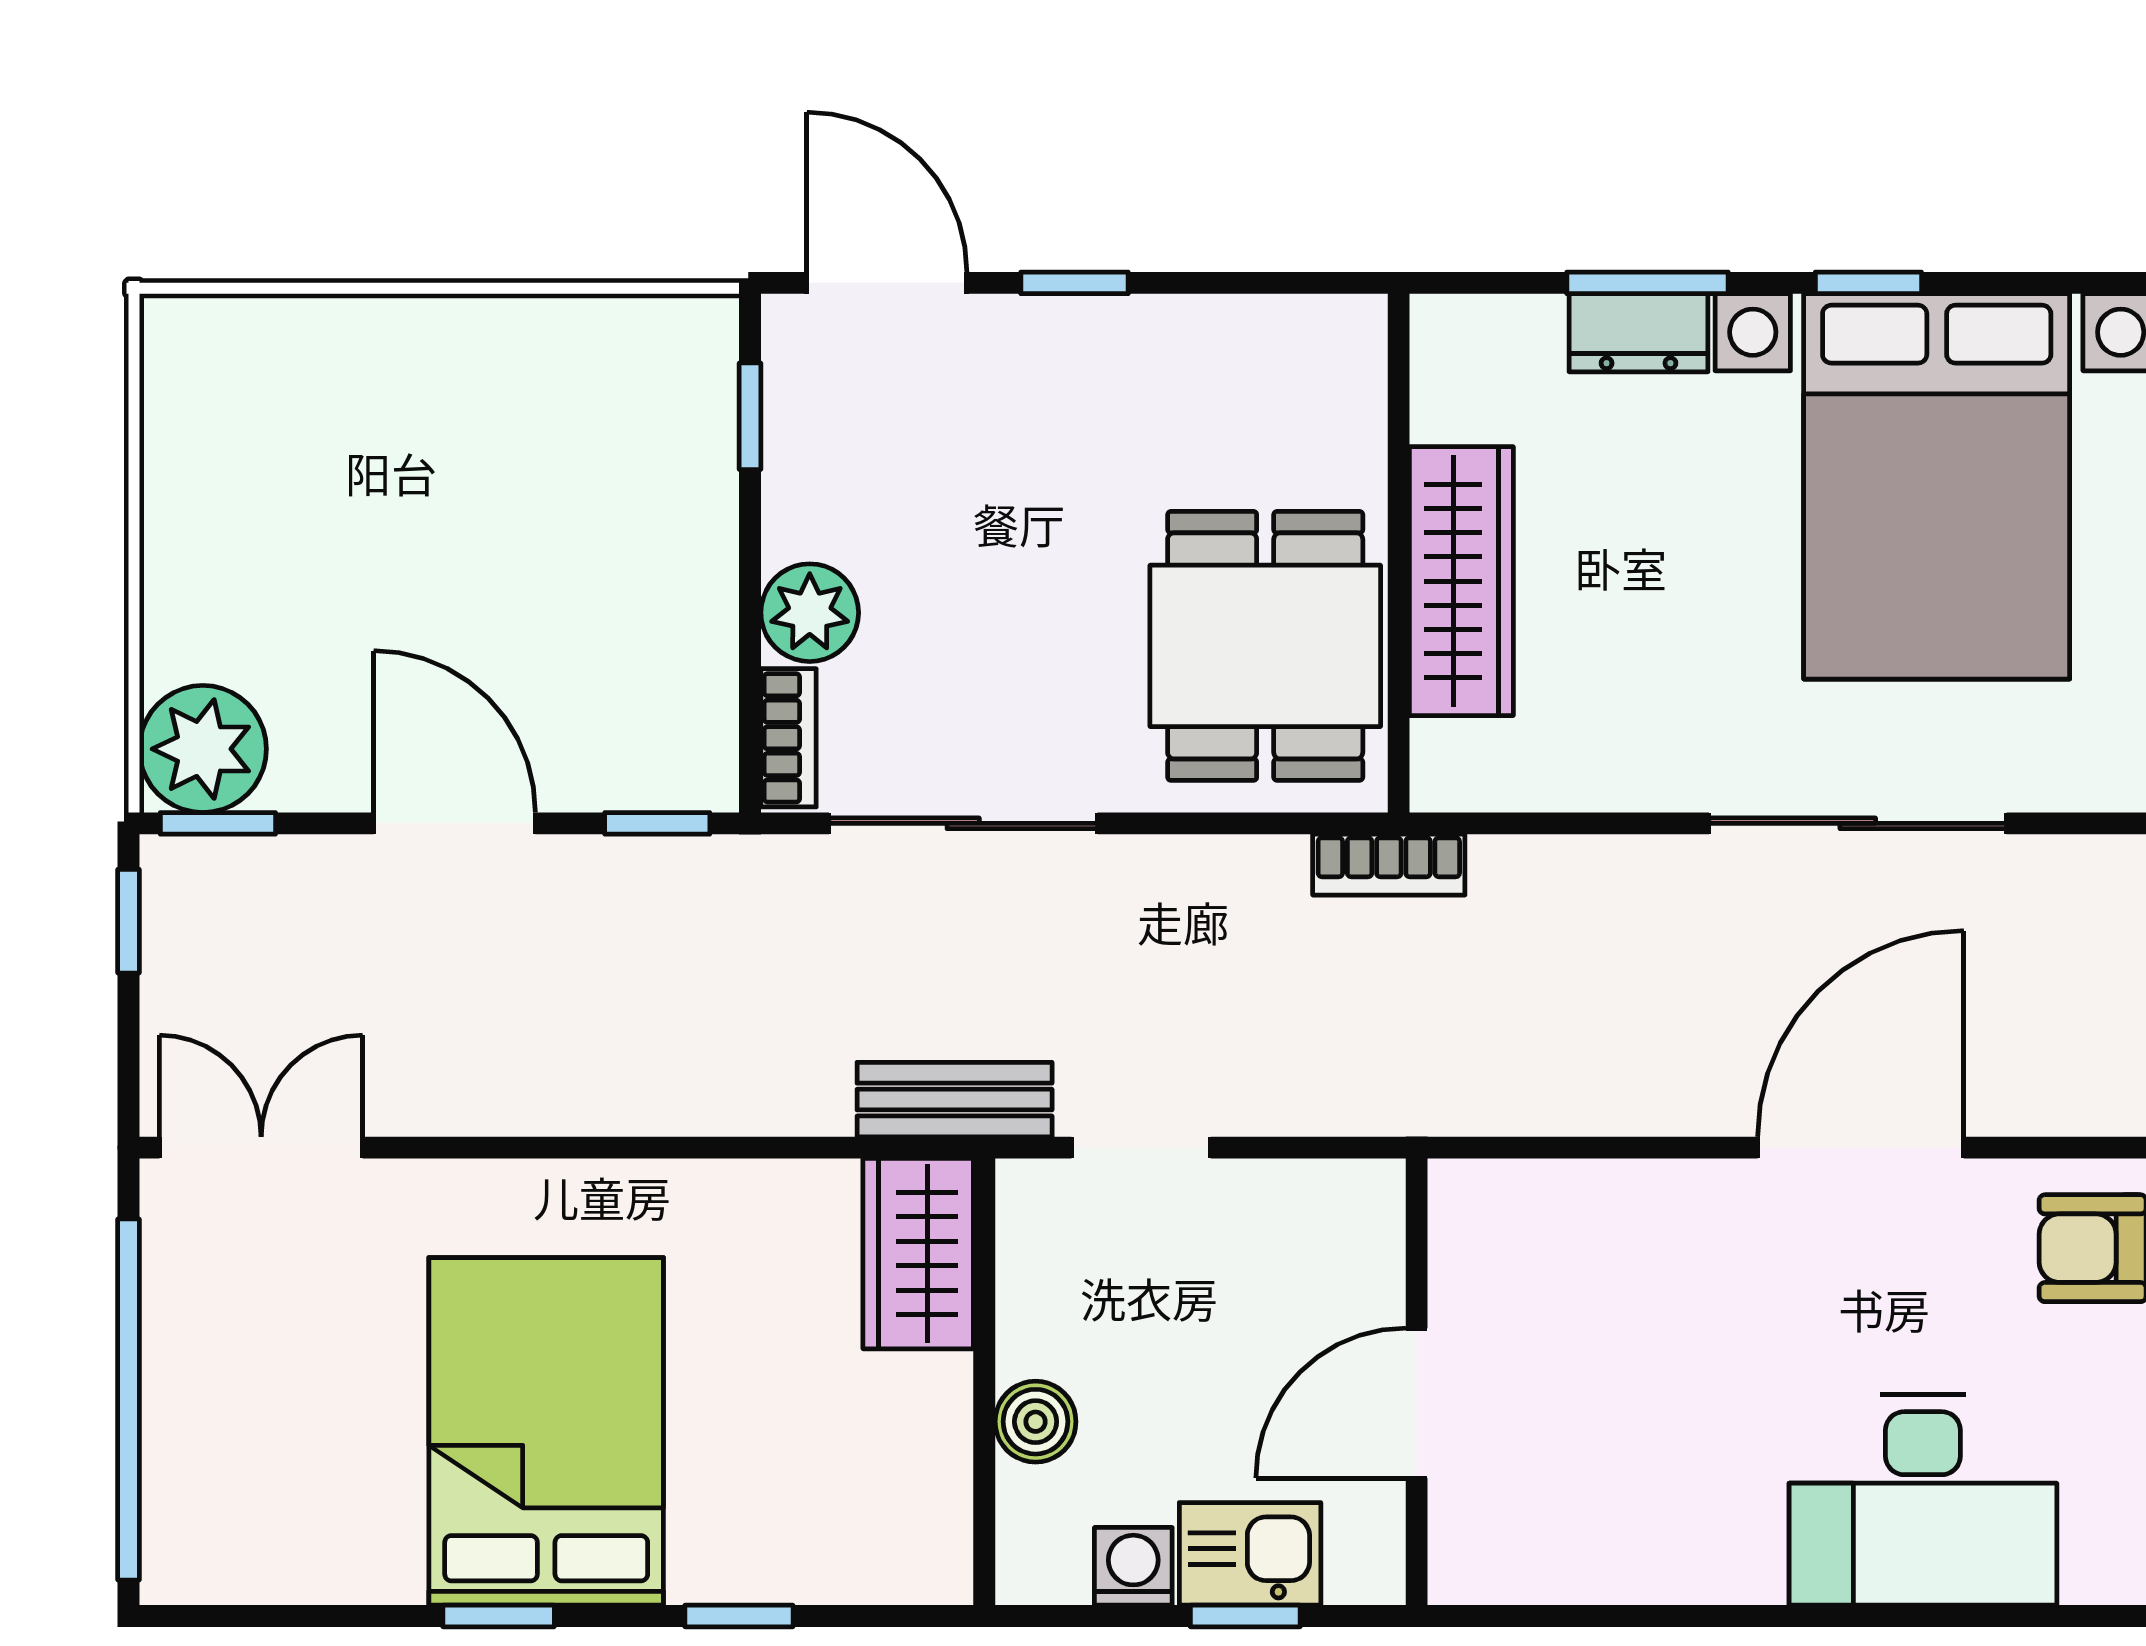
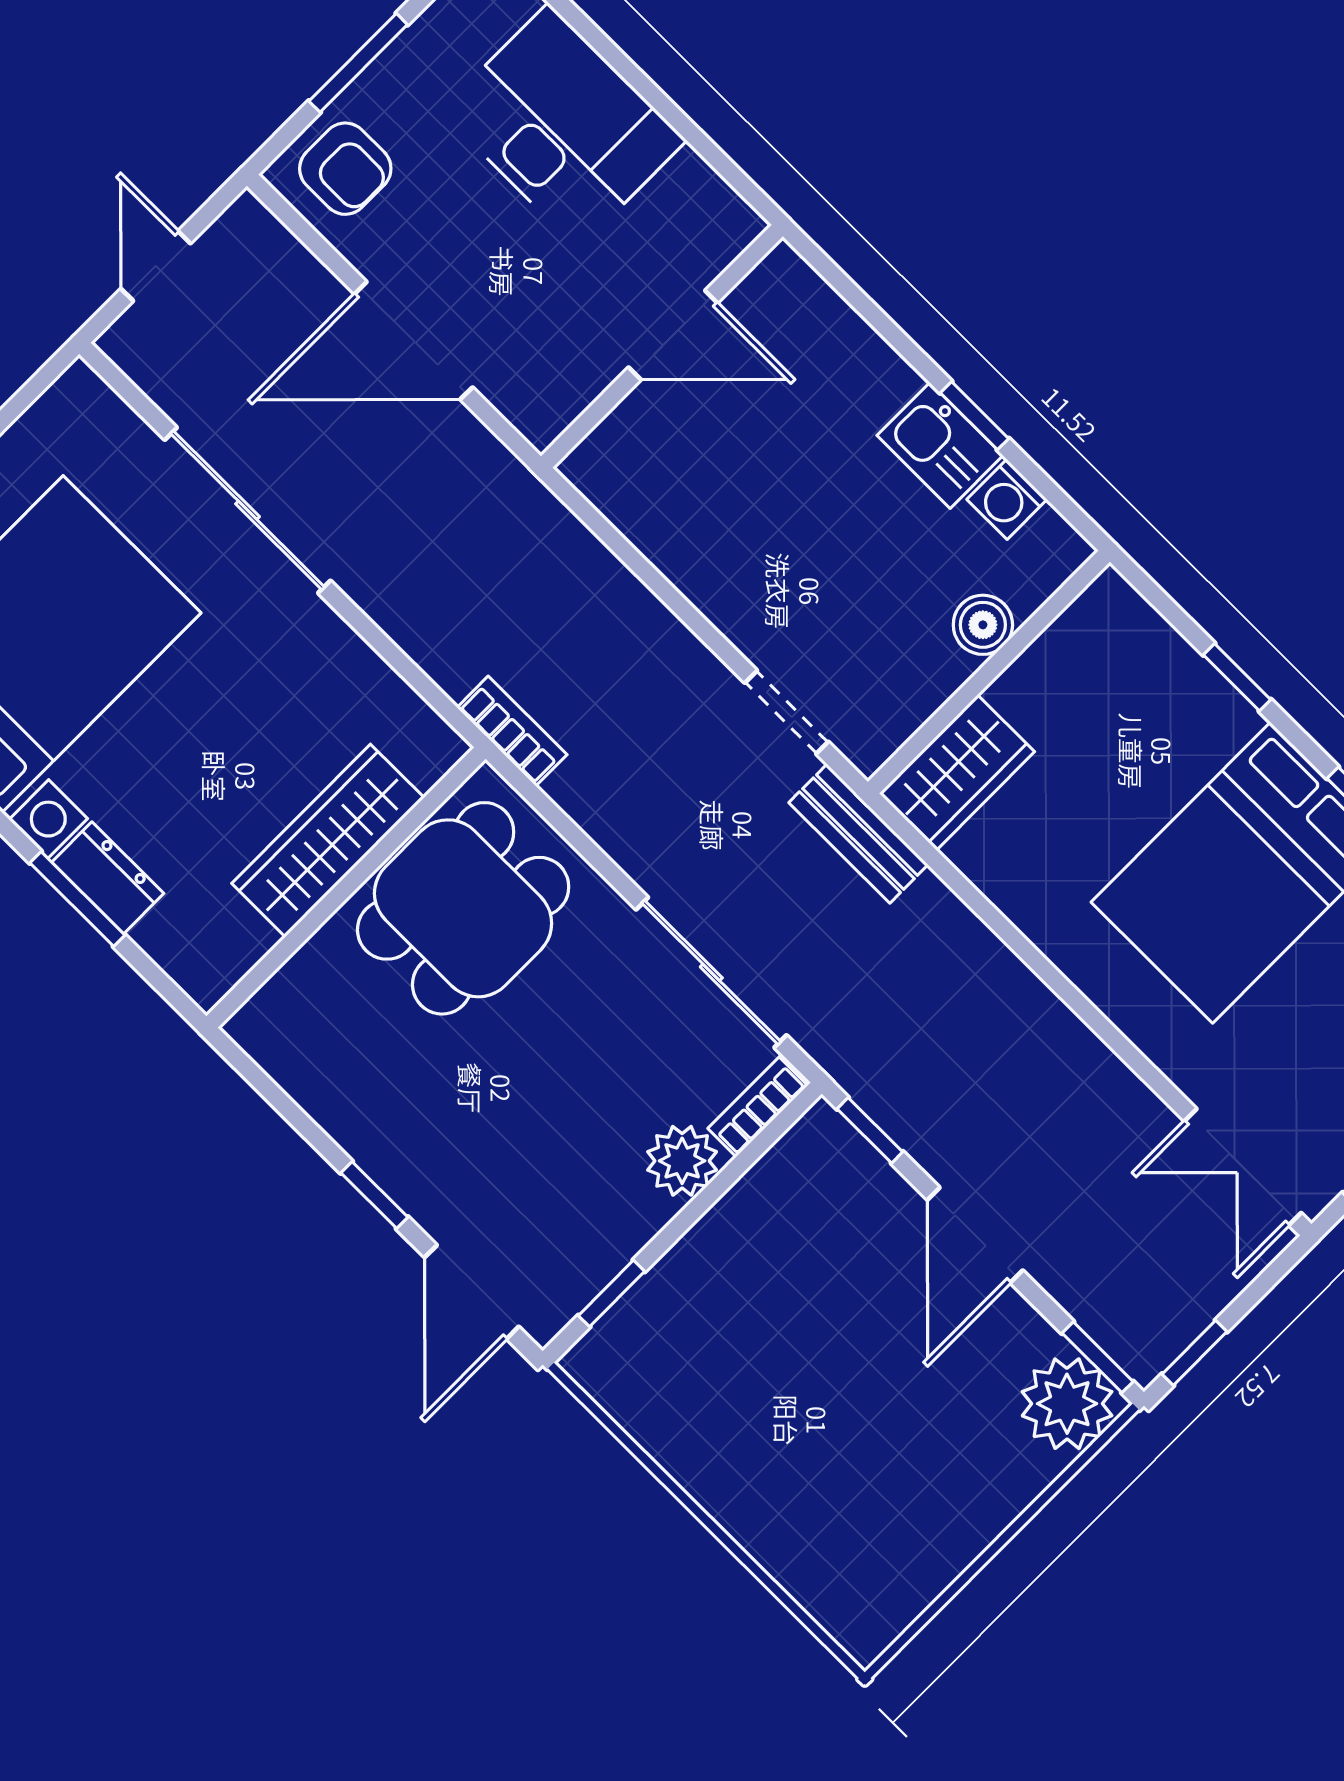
wall: (1417, 1382) -> (662, 346), moved
door: (1417, 1403) -> (673, 335), moved

